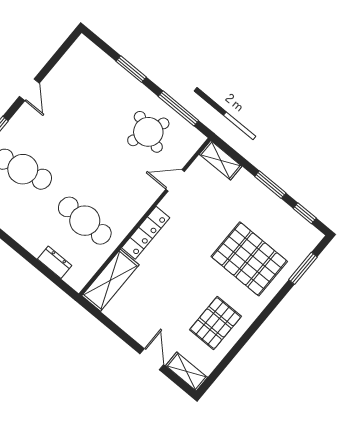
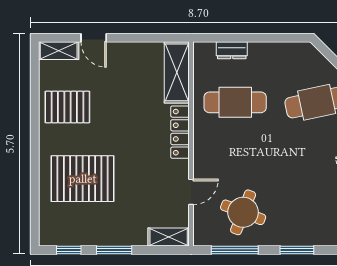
window: (303, 268) -> (35, 206), removed
pallet: (215, 323) -> (67, 107), turned 90

